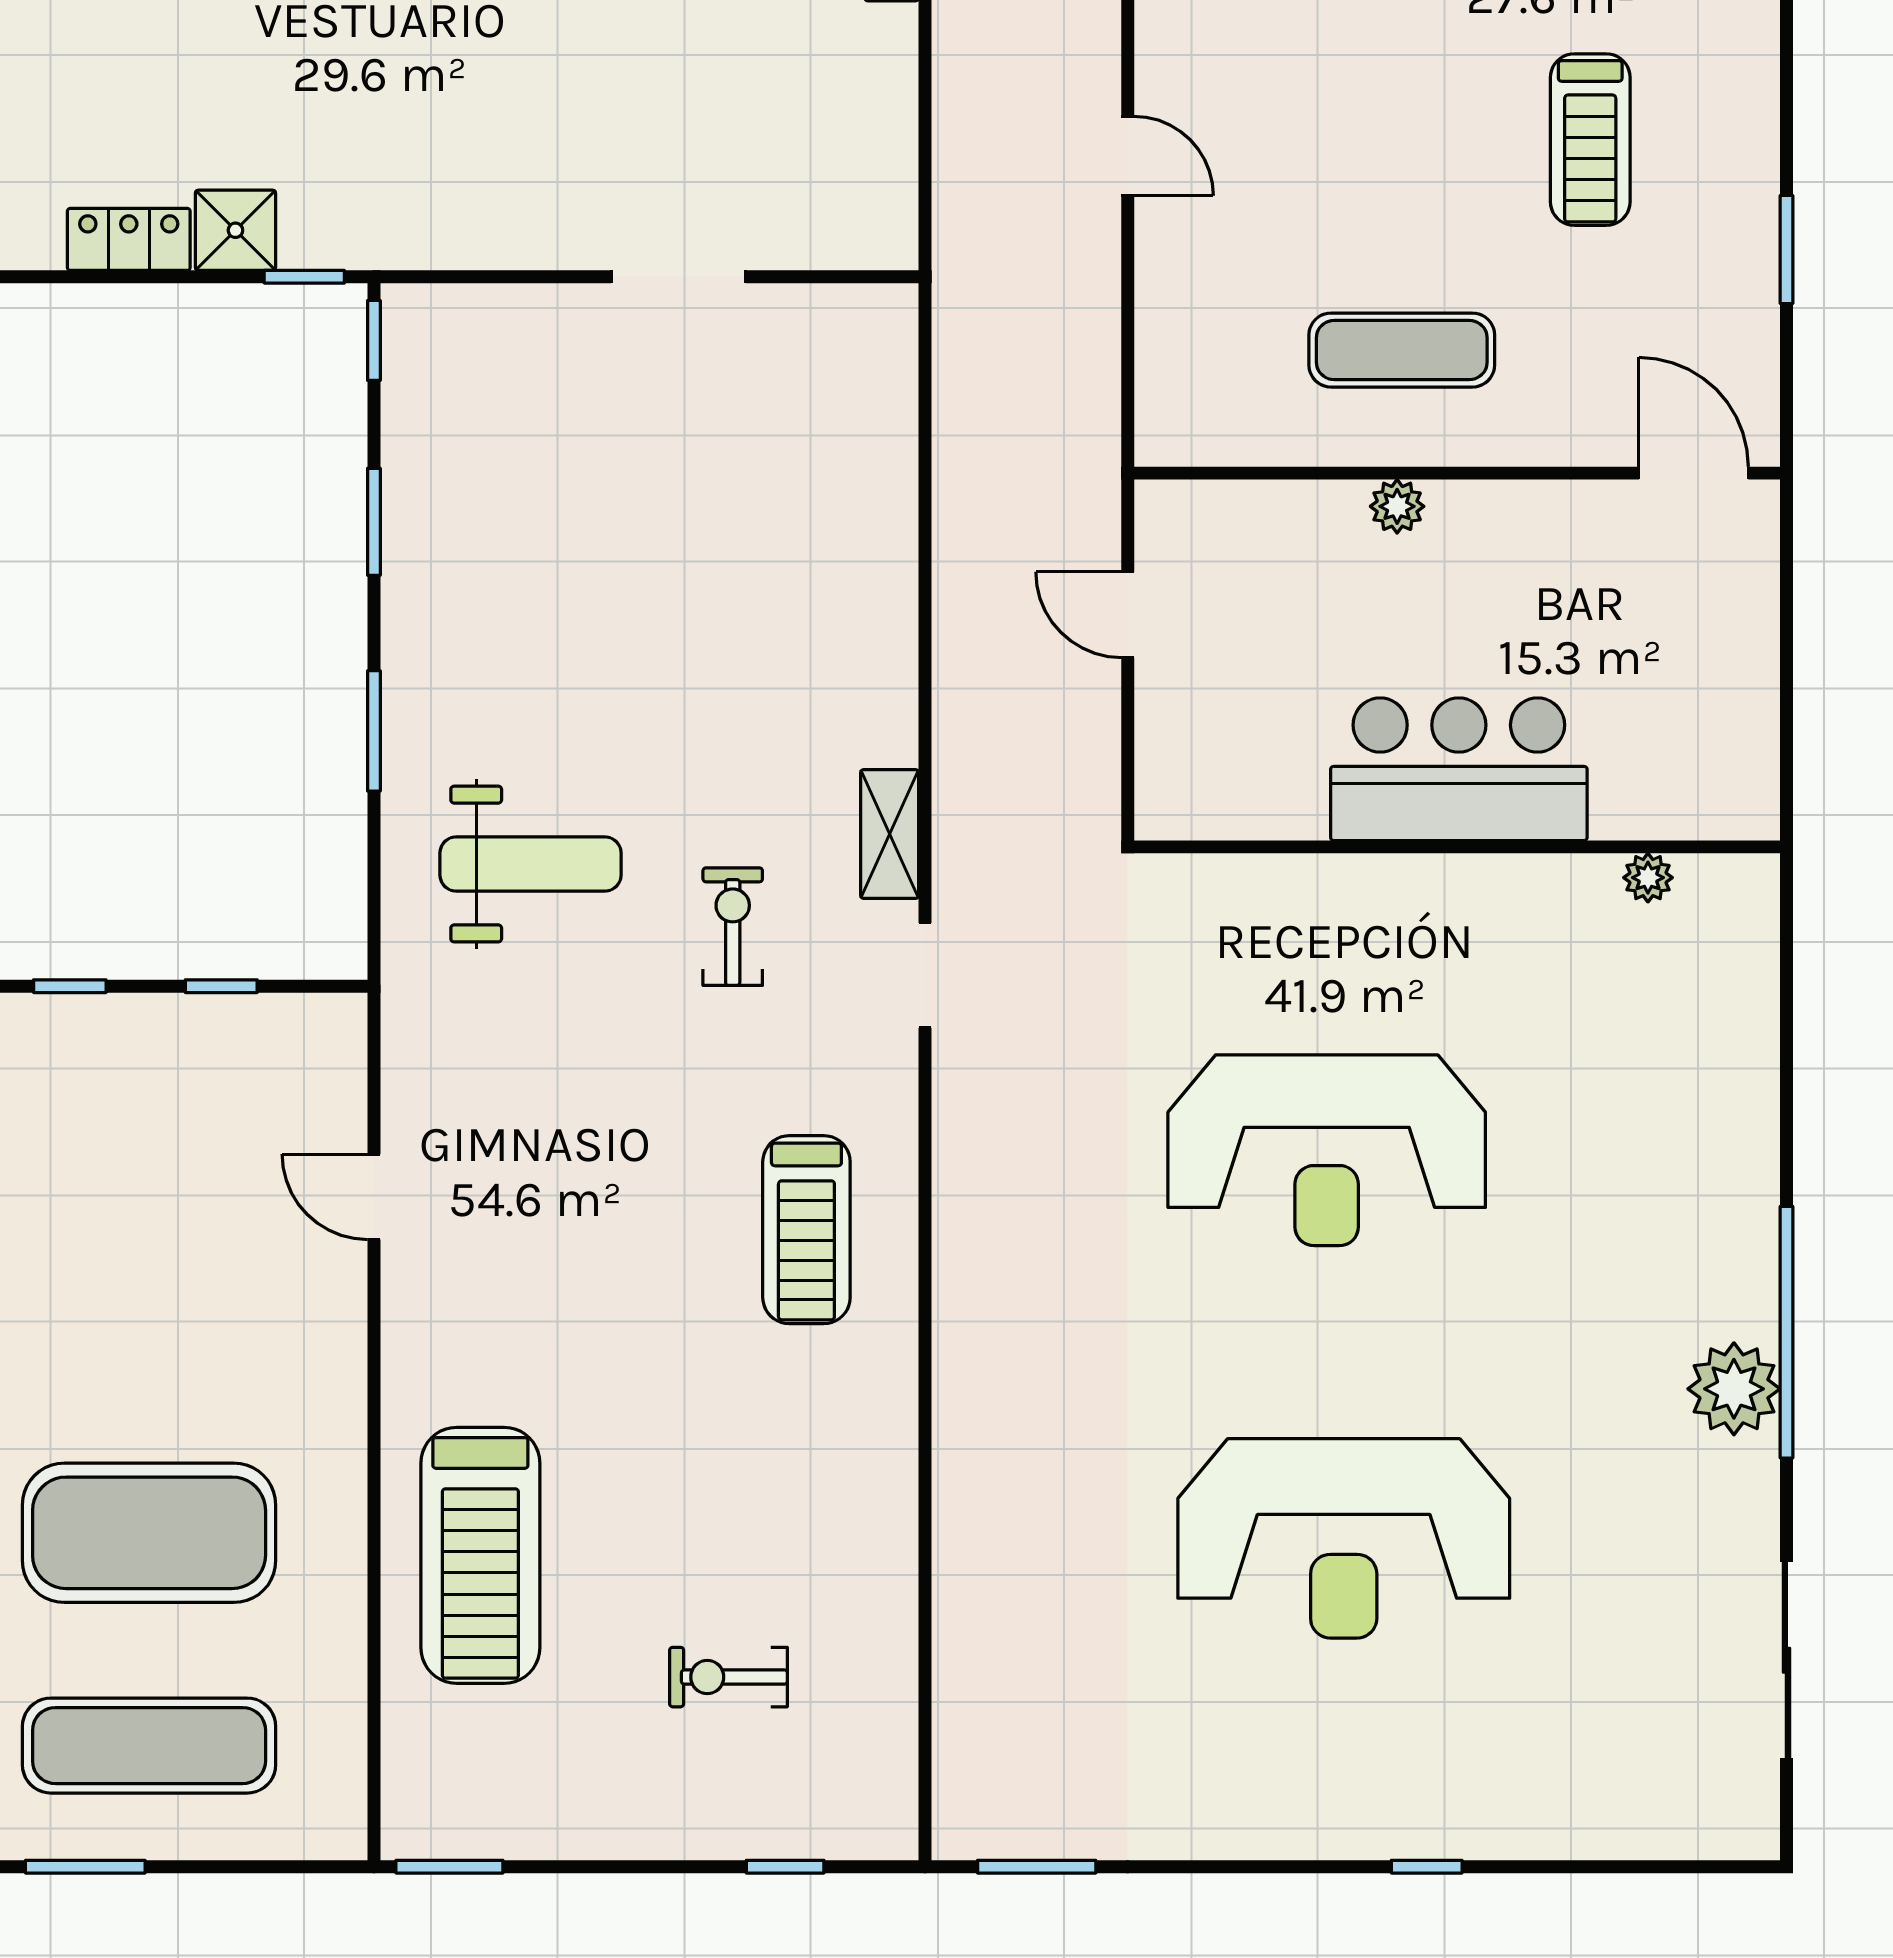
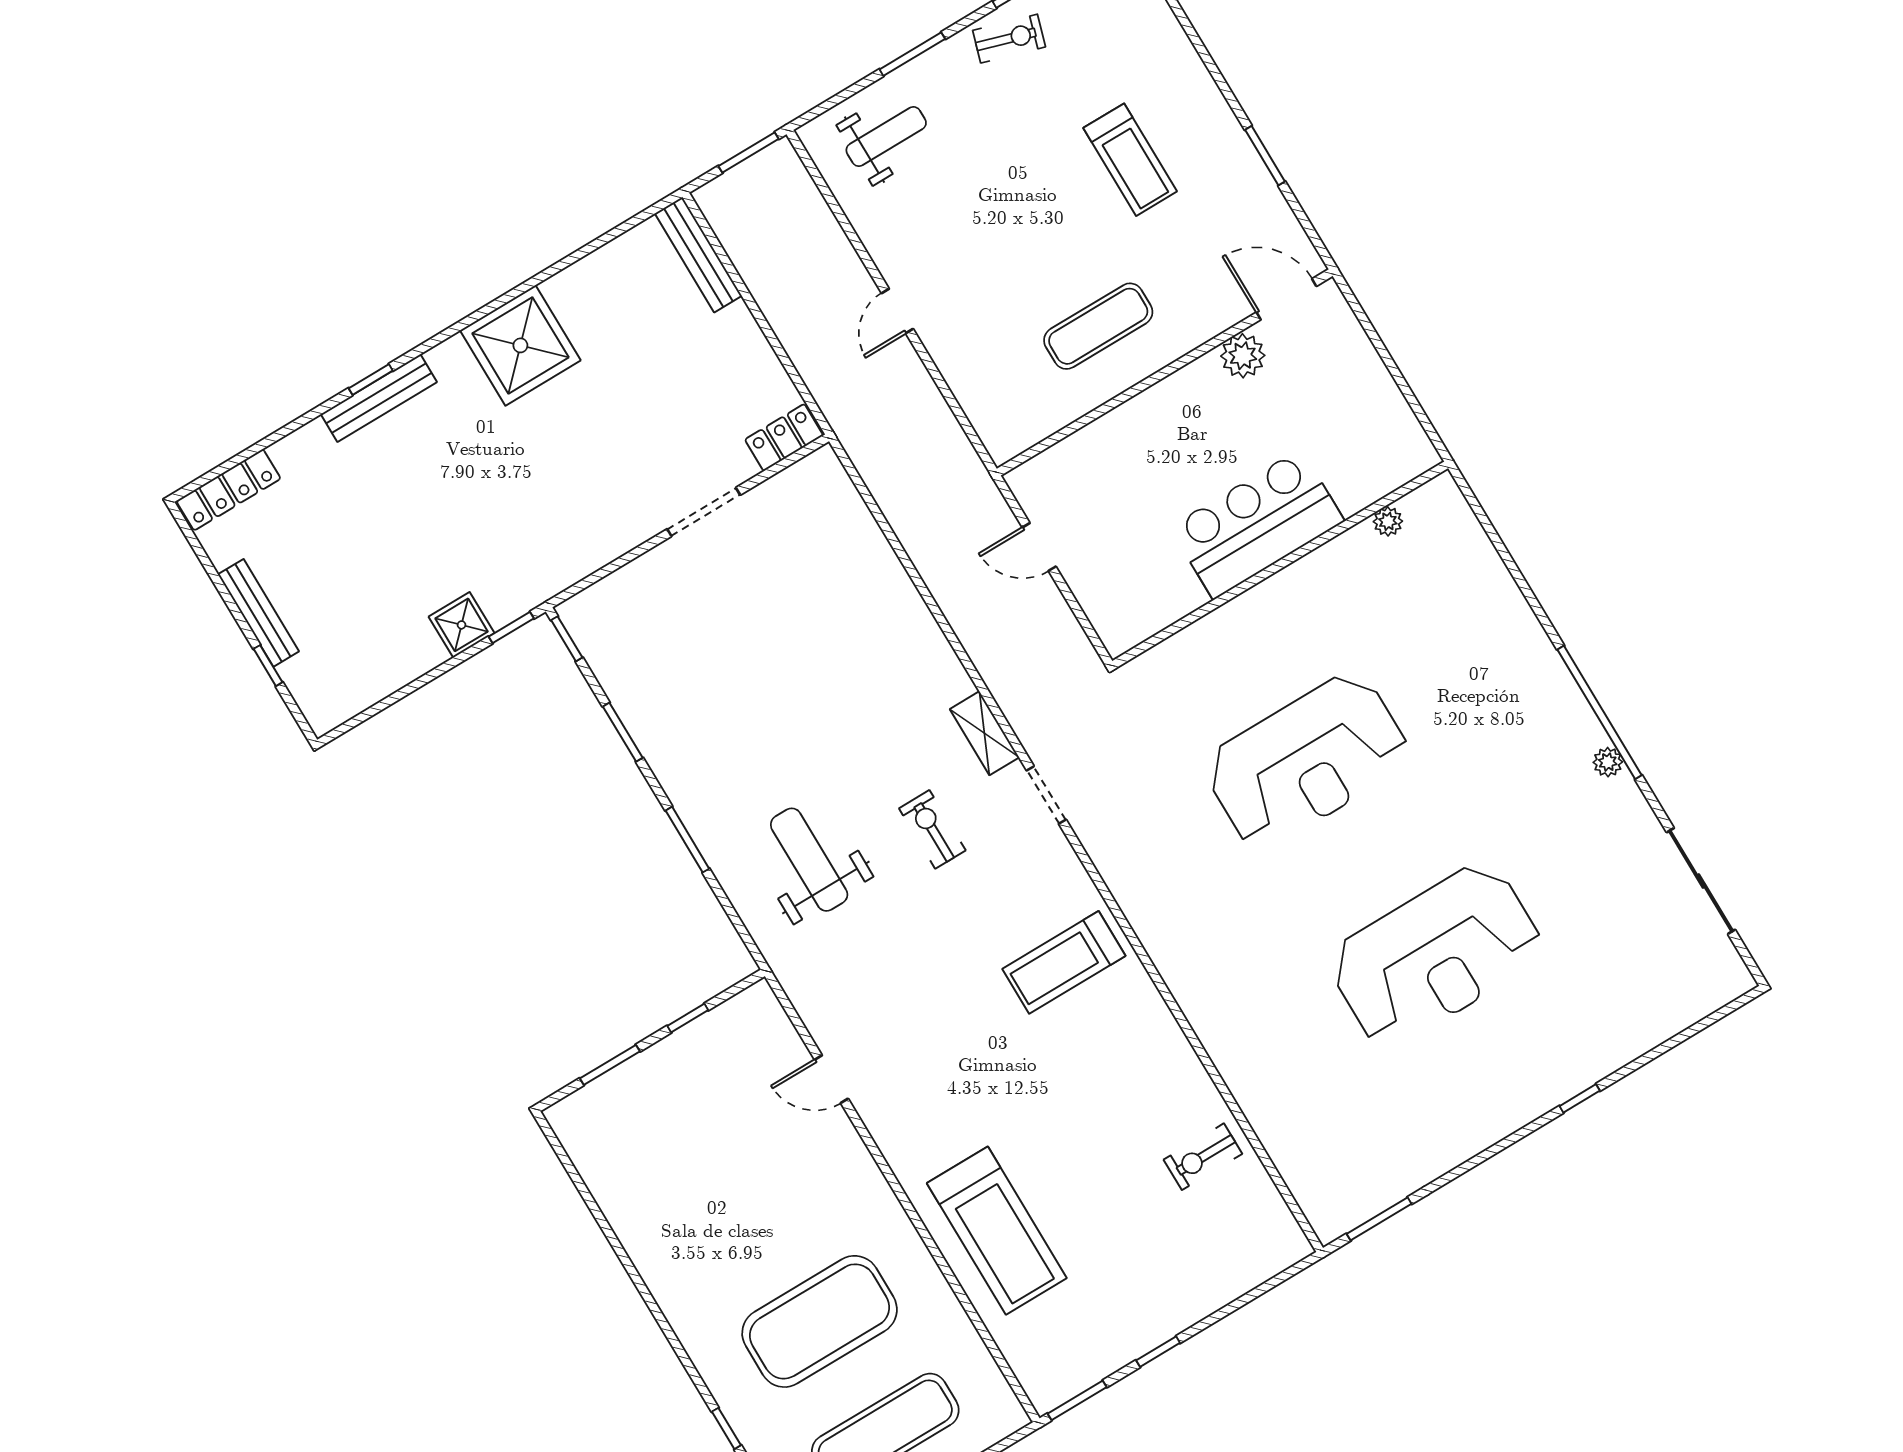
door: (1128, 156) -> (897, 311), swing flipped
locker: (129, 239) -> (784, 437), moved
plant: (1397, 506) -> (1243, 356), moved, width x1.38, depth x1.38
weight bench: (531, 864) -> (809, 860), turned -90
window: (70, 986) -> (610, 1065), width x1.50
treadmill: (806, 1230) -> (1064, 962), turned 90
plant: (1734, 1389) -> (1608, 762), width x0.53, depth x0.53
exercise bike: (728, 1677) -> (1203, 1157), moved
window: (785, 1867) -> (1158, 1352), moved

